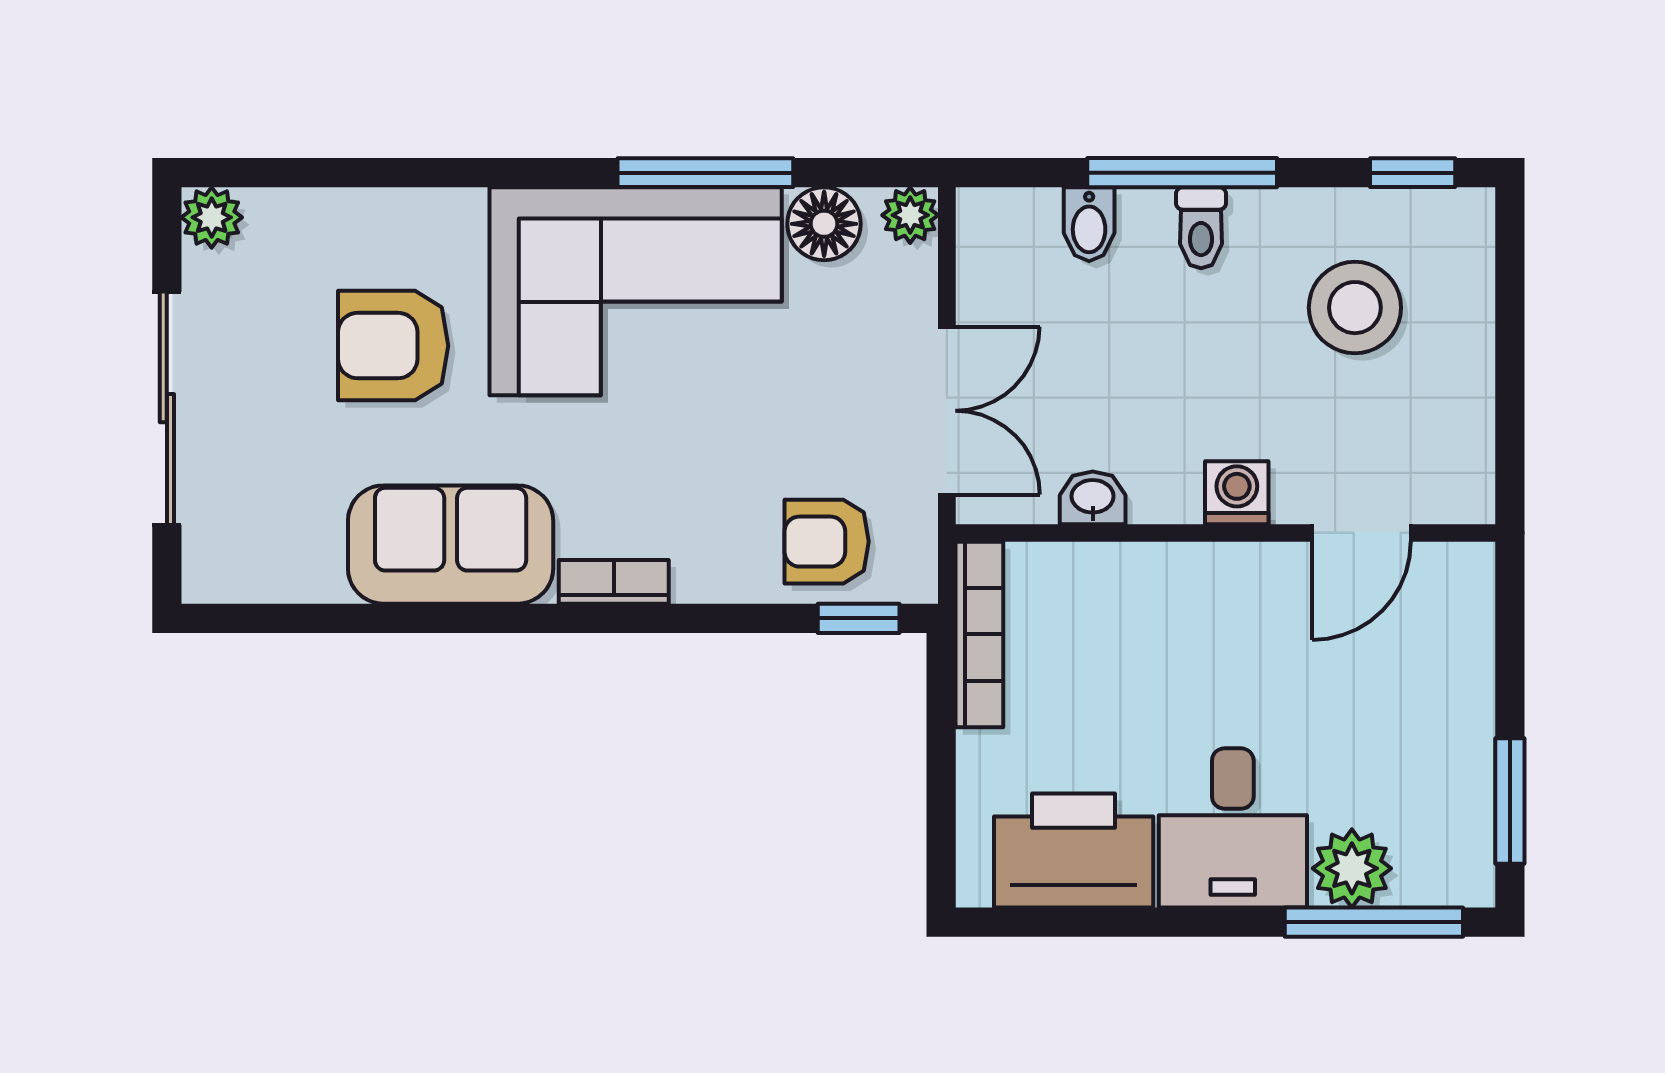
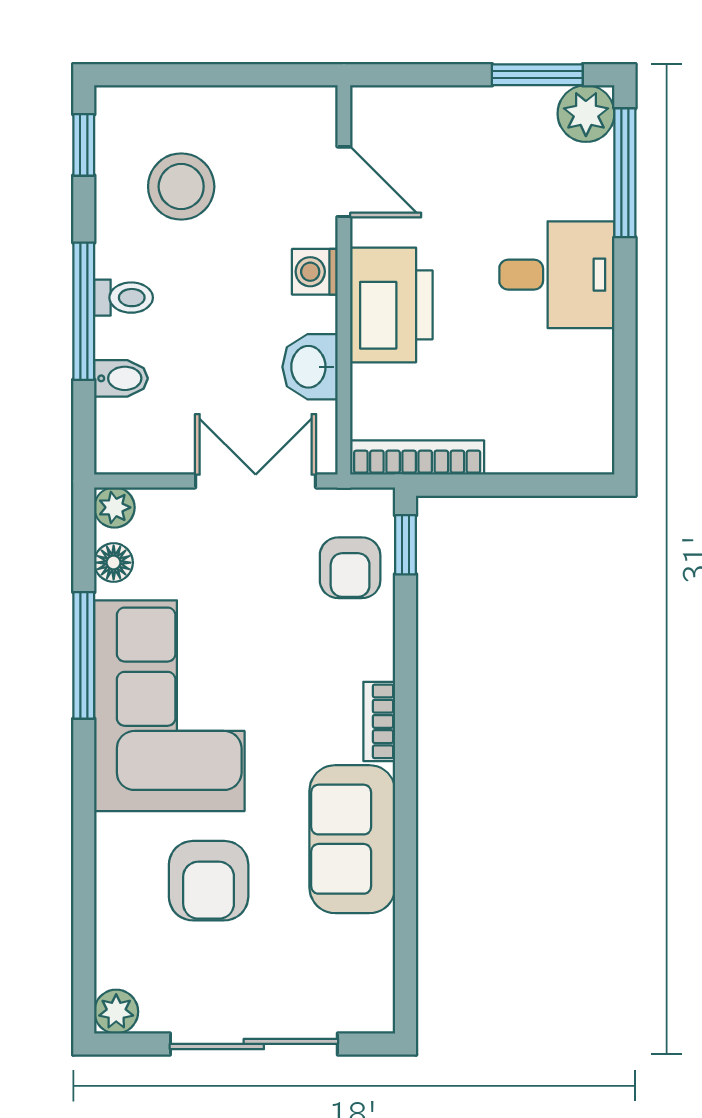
floor lamp: (824, 224) -> (114, 563), width x0.73, depth x0.73
washbasin: (1093, 498) -> (310, 367), width x1.38, depth x1.45
printer: (1074, 851) -> (391, 305), moved, turned 180
plant: (1352, 868) -> (586, 114), moved

